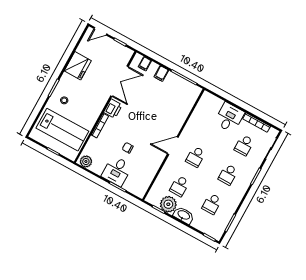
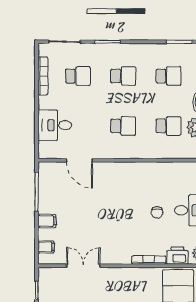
double door: (119, 81) -> (83, 266), width x0.73
printer: (113, 109) -> (177, 256), moved
desk: (229, 117) -> (55, 125), moved
door: (173, 146) -> (79, 160), moved

